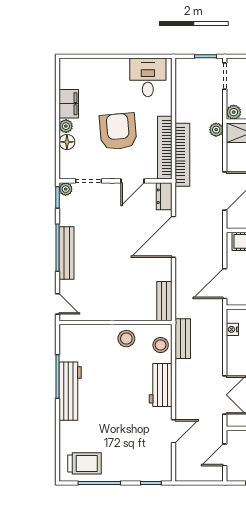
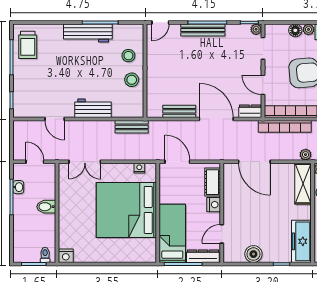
bench: (164, 301) -> (179, 111), moved
stool: (161, 345) -> (128, 56), moved

